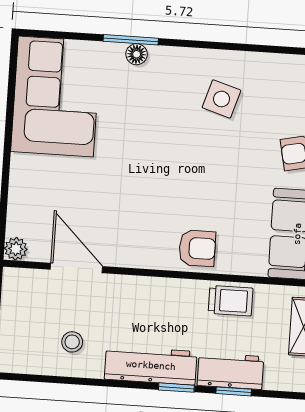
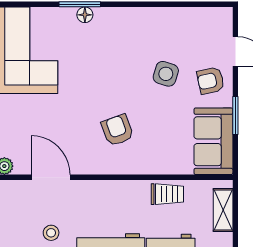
side table: (221, 99) -> (166, 74), moved
armchair: (197, 248) -> (117, 130), moved, turned -110

